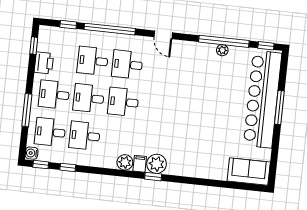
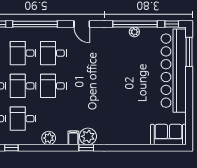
window: (279, 108) -> (189, 52), moved
plant: (125, 162) -> (49, 138), moved

